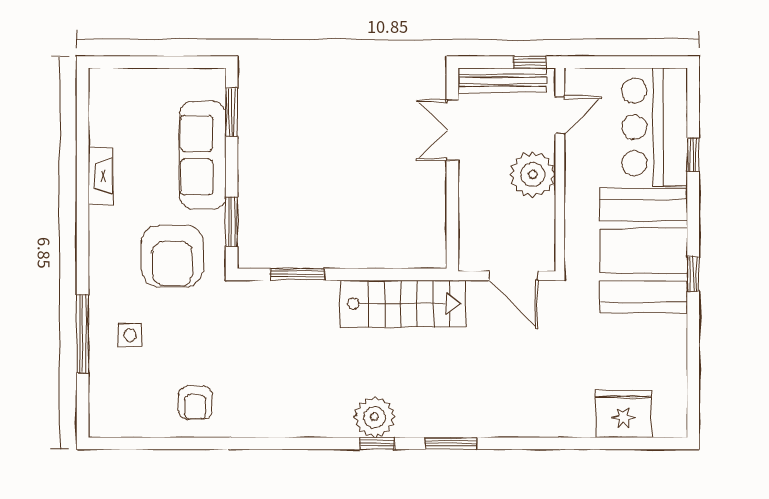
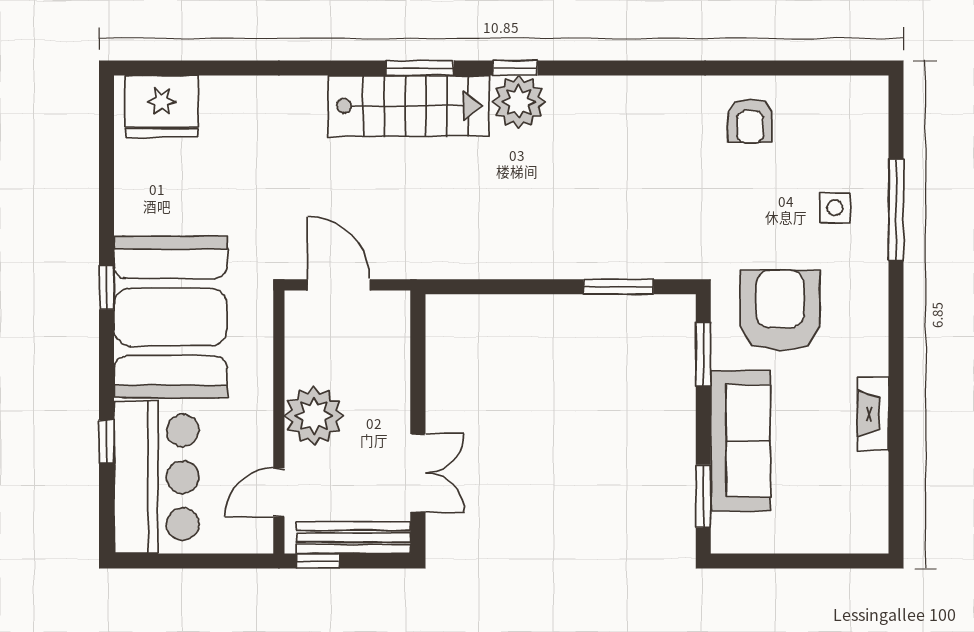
stairs: (403, 304) -> (409, 106), moved, turned 180
armchair: (195, 403) -> (750, 121), turned 180
fridge: (623, 414) -> (162, 106), moved

